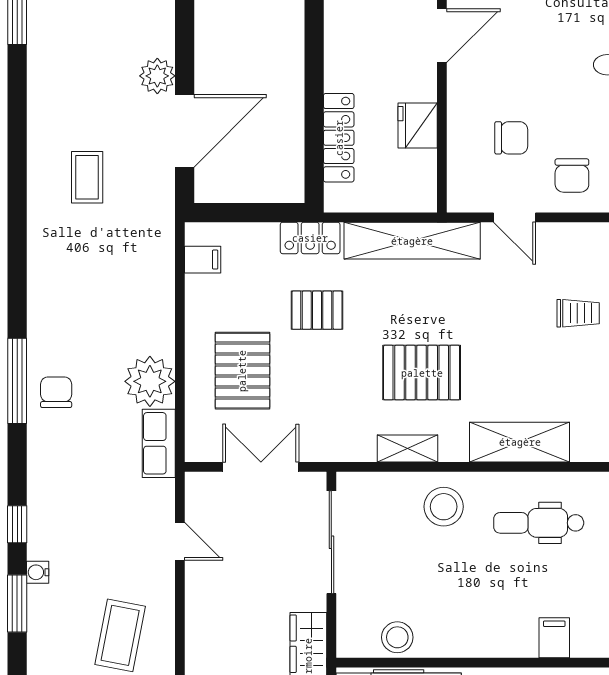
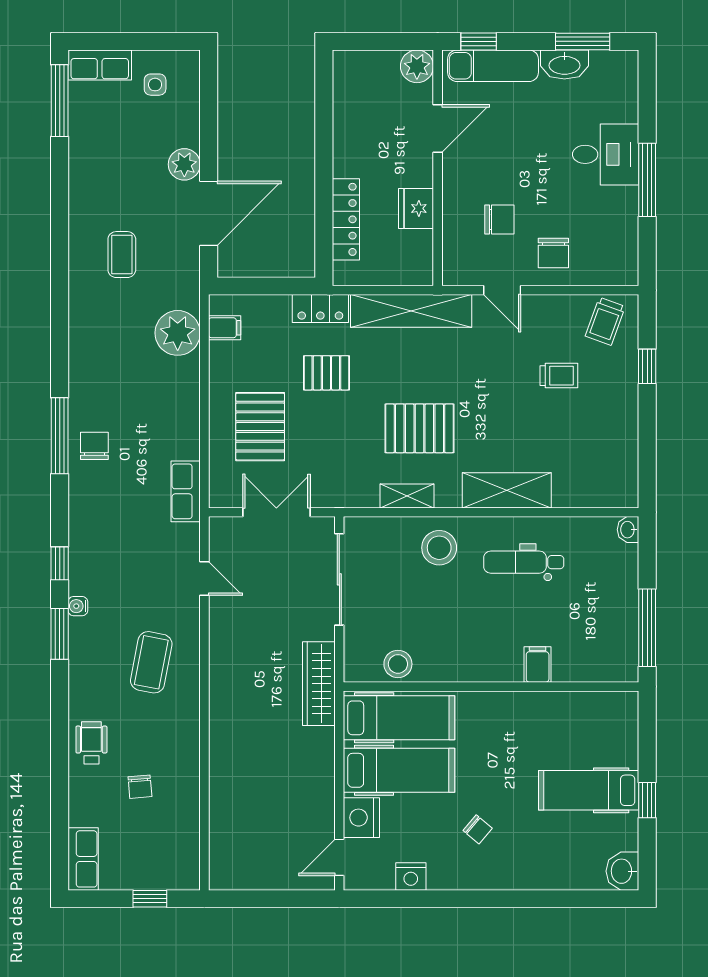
plant: (150, 381) -> (178, 333), moved

